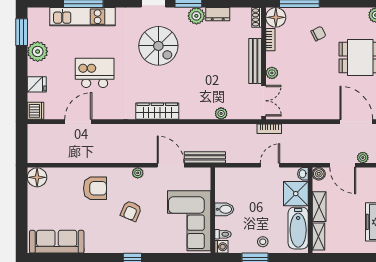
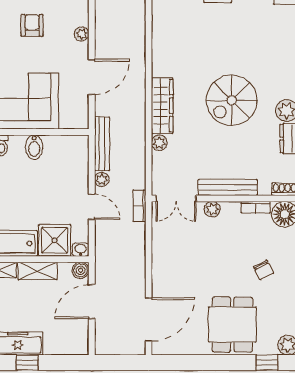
spiral stairs: (158, 46) -> (232, 100), moved
wardrobe: (157, 111) -> (162, 106), moved
bench: (205, 157) -> (102, 144), moved
plant: (363, 158) -> (102, 179), moved
armchair: (131, 211) -> (32, 25), turned 67

